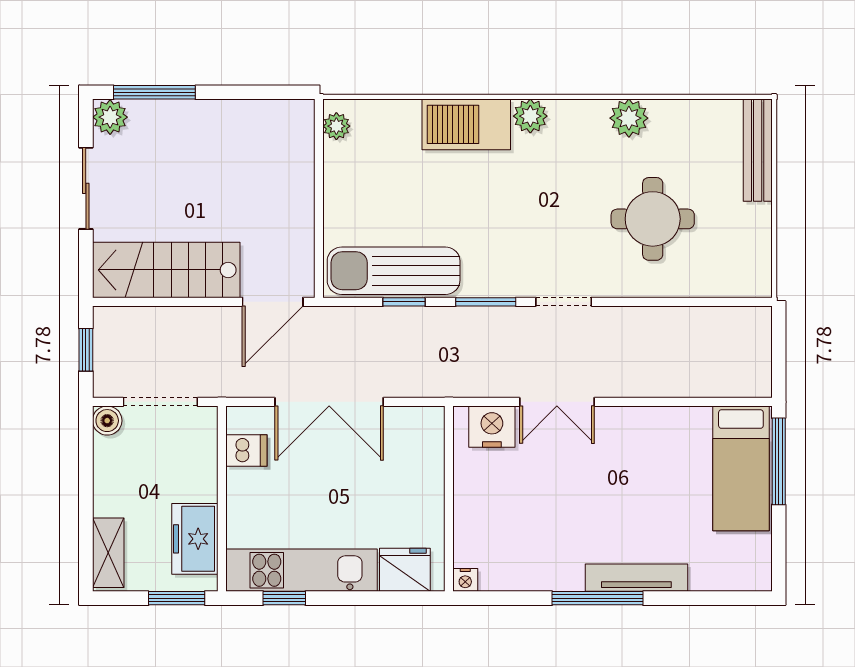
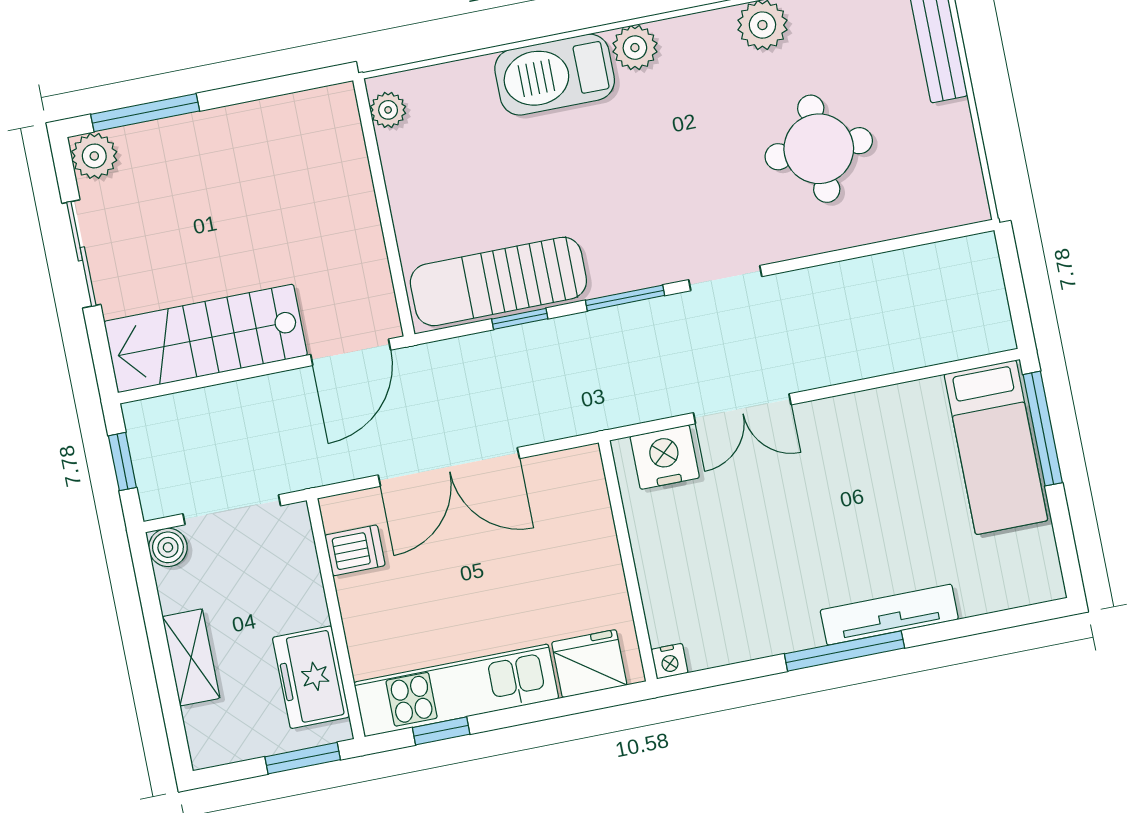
shelving: (108, 553) -> (191, 657), moved

